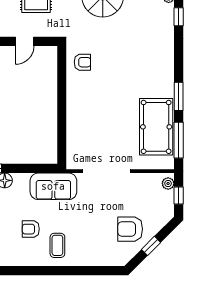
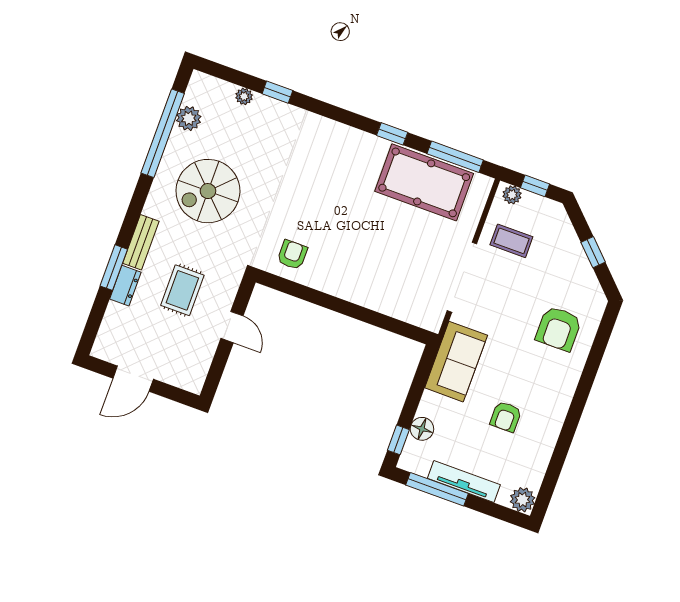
window: (179, 96) -> (392, 134), width x0.67
armchair: (130, 229) -> (559, 329), moved
coffee table: (57, 245) -> (511, 241), moved

